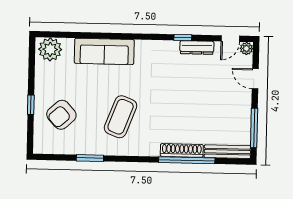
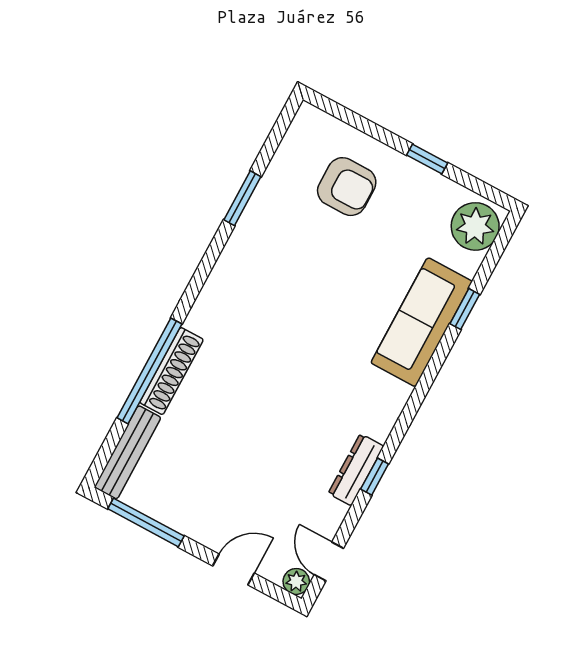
window: (89, 35) -> (465, 309), added
dresser: (197, 48) -> (356, 470), moved
window: (31, 105) -> (427, 159), moved
armchair: (61, 115) -> (347, 187), turned 132
coffee table: (121, 117) -> (289, 291), removed

